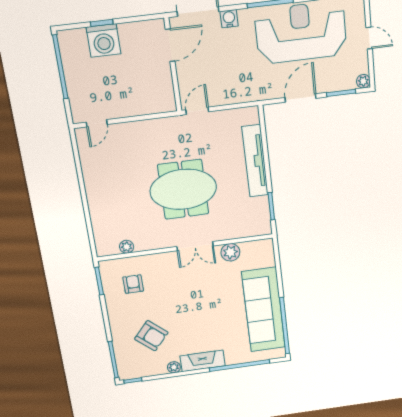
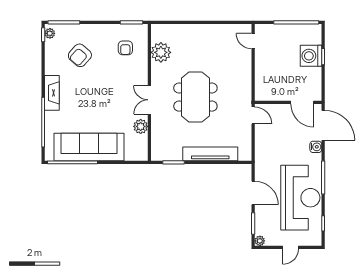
plant: (127, 247) -> (161, 52), width x1.88, depth x1.88
armchair: (133, 284) -> (125, 48), turned 90
plant: (174, 367) -> (50, 33), moved

